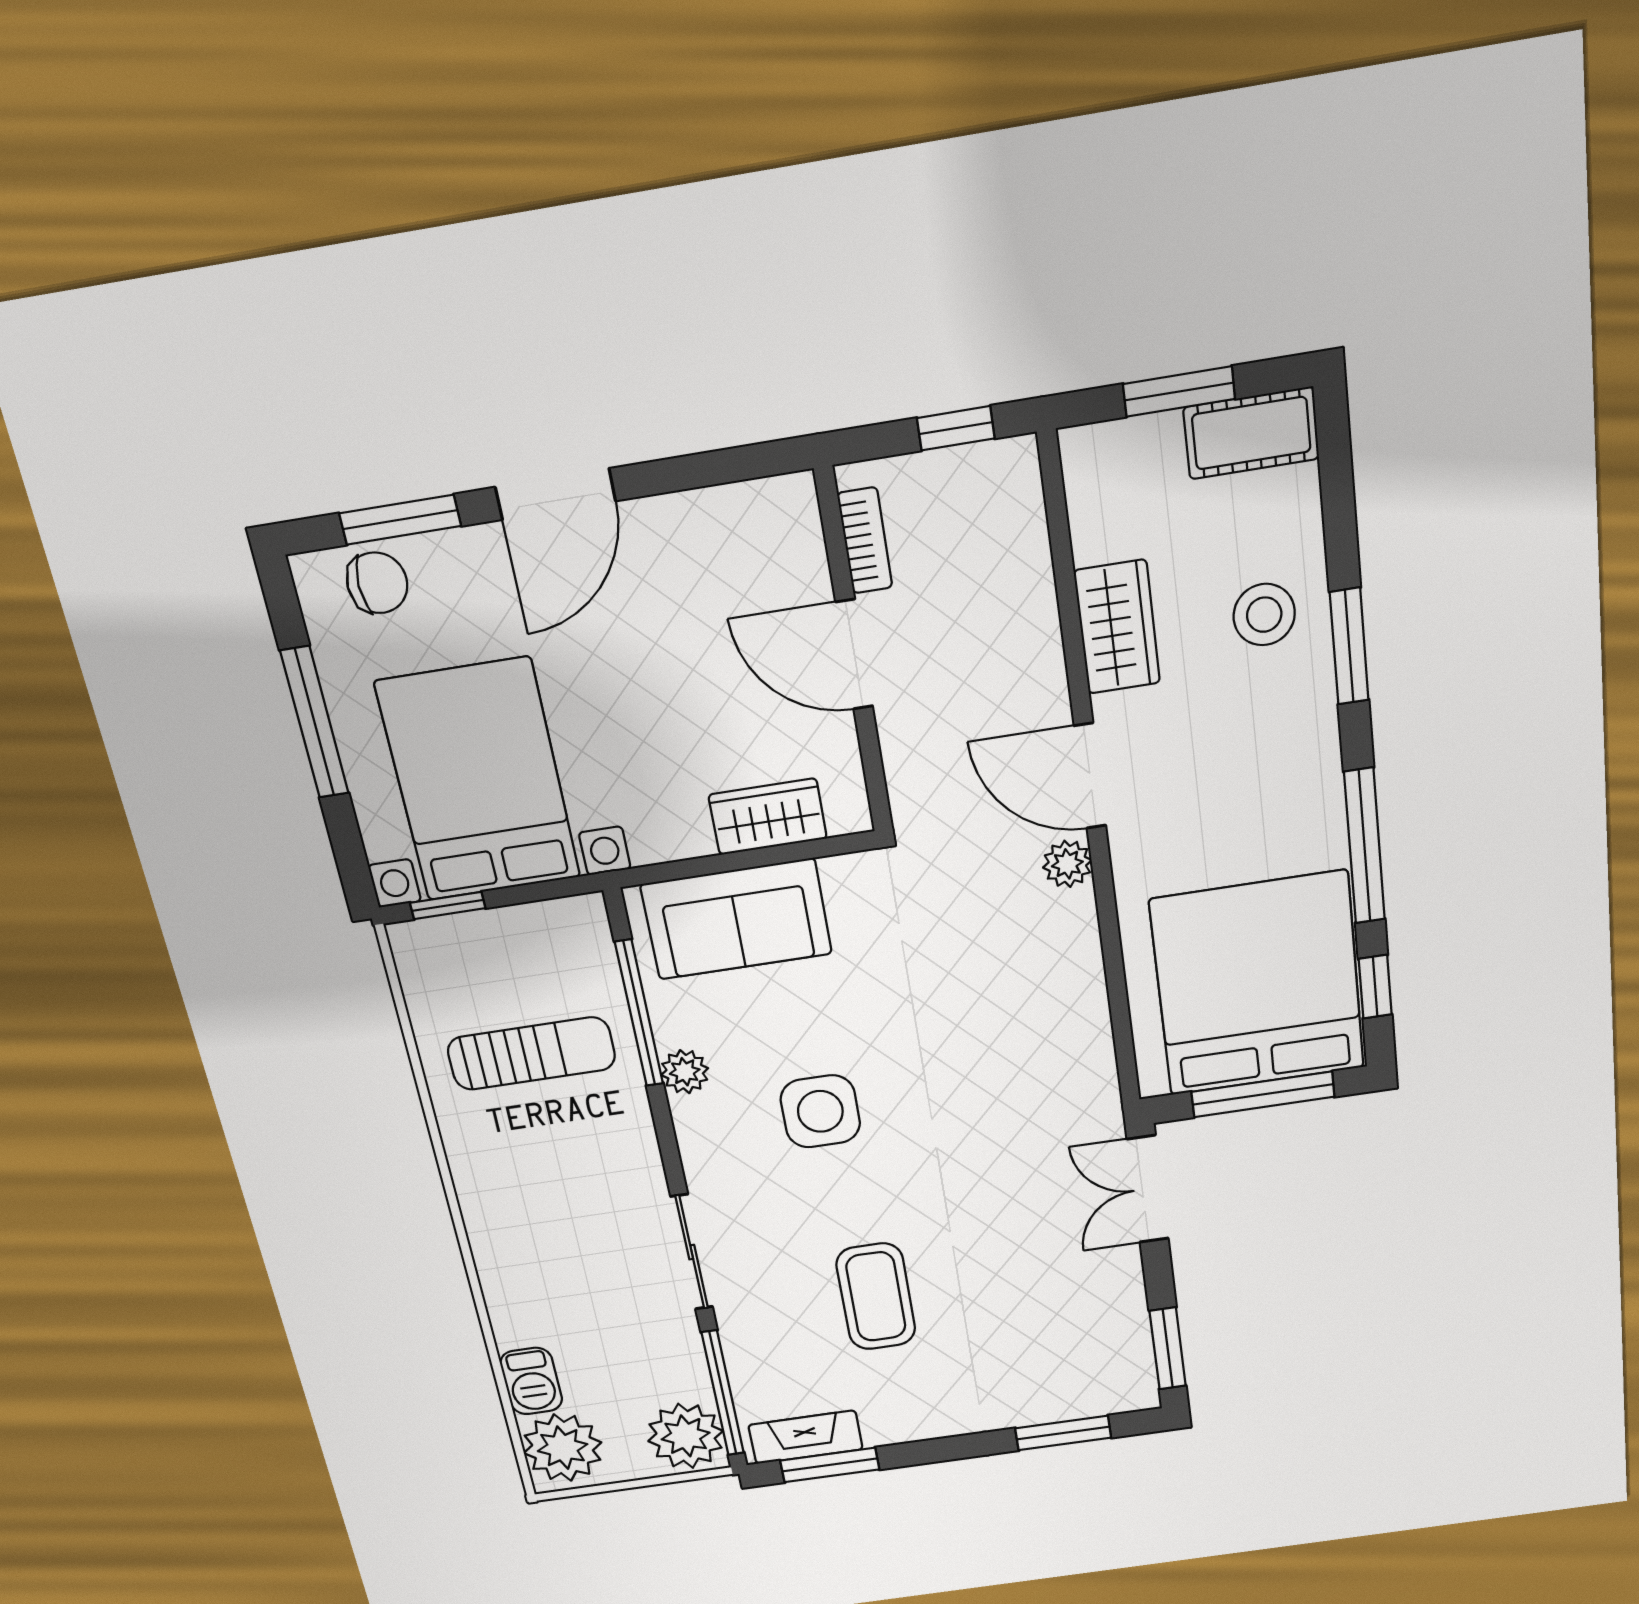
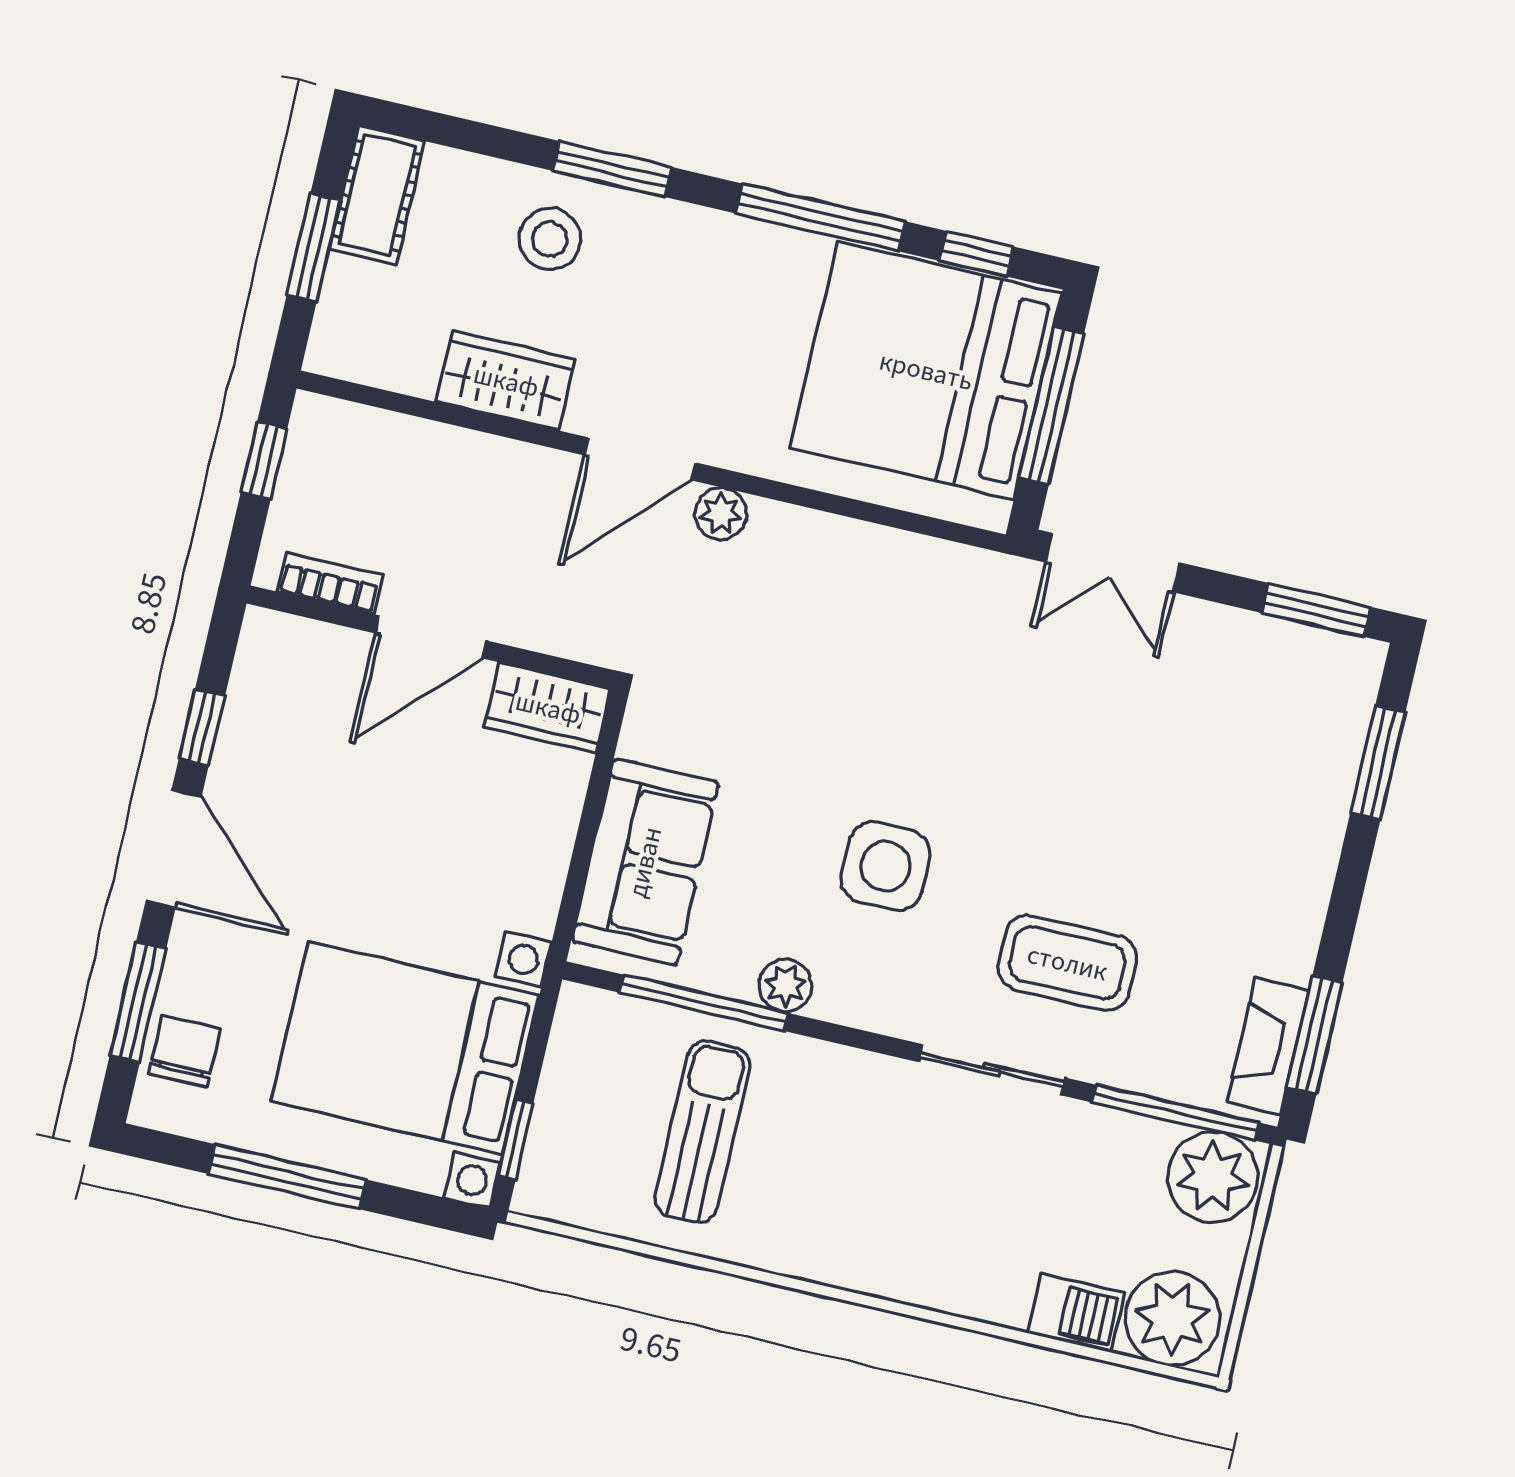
window: (680, 474) -> (202, 727), added
wardrobe: (768, 817) -> (548, 708), moved, turned -90
coffee table: (876, 1297) -> (1067, 963), moved

